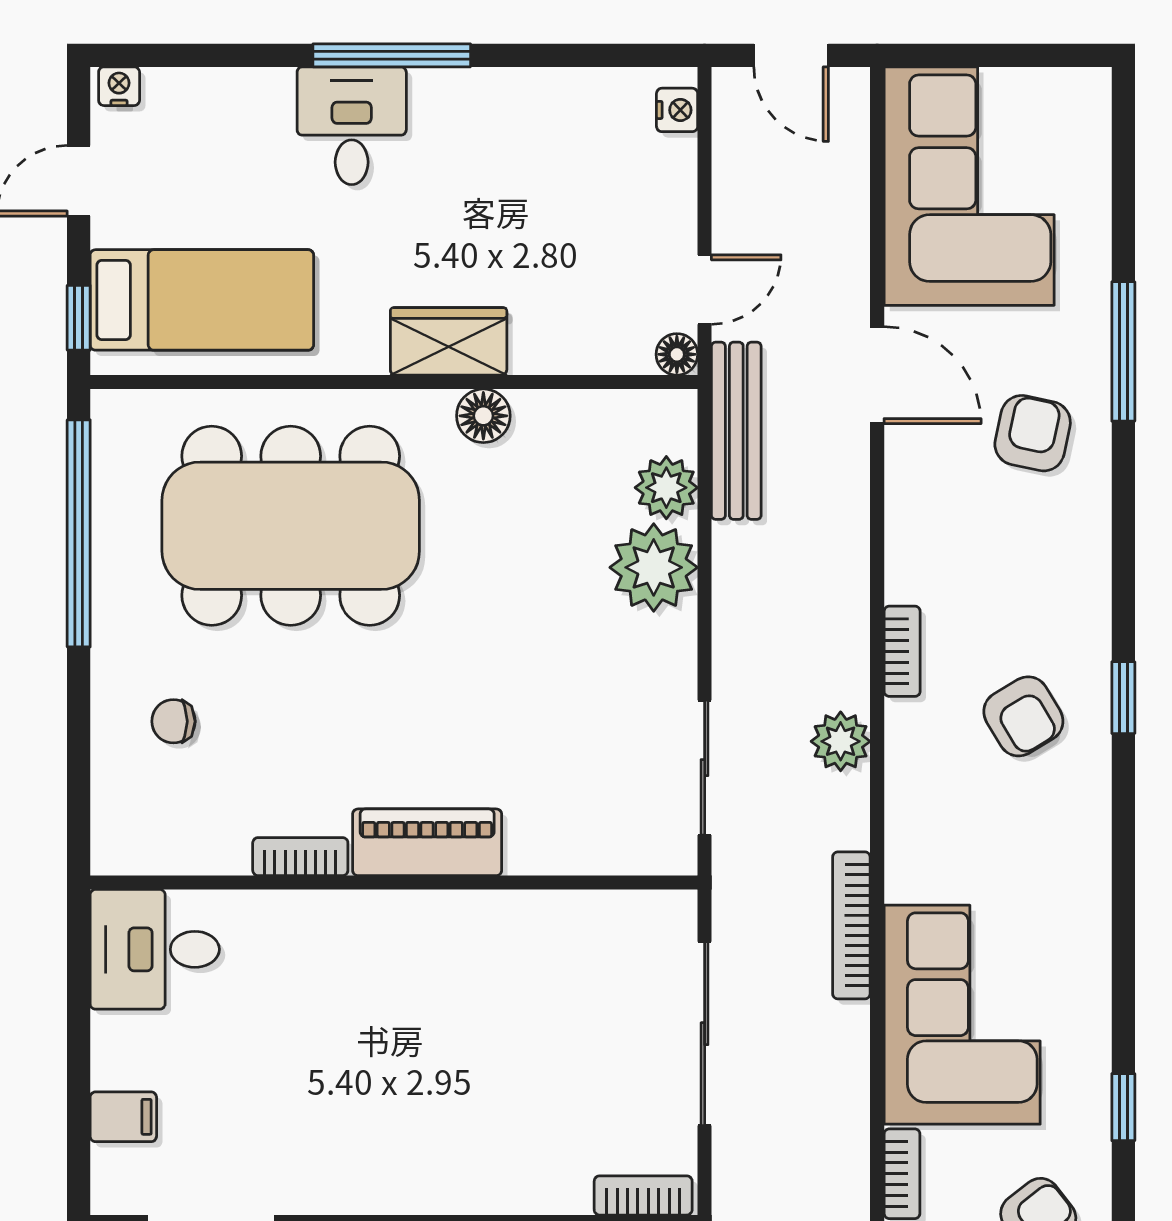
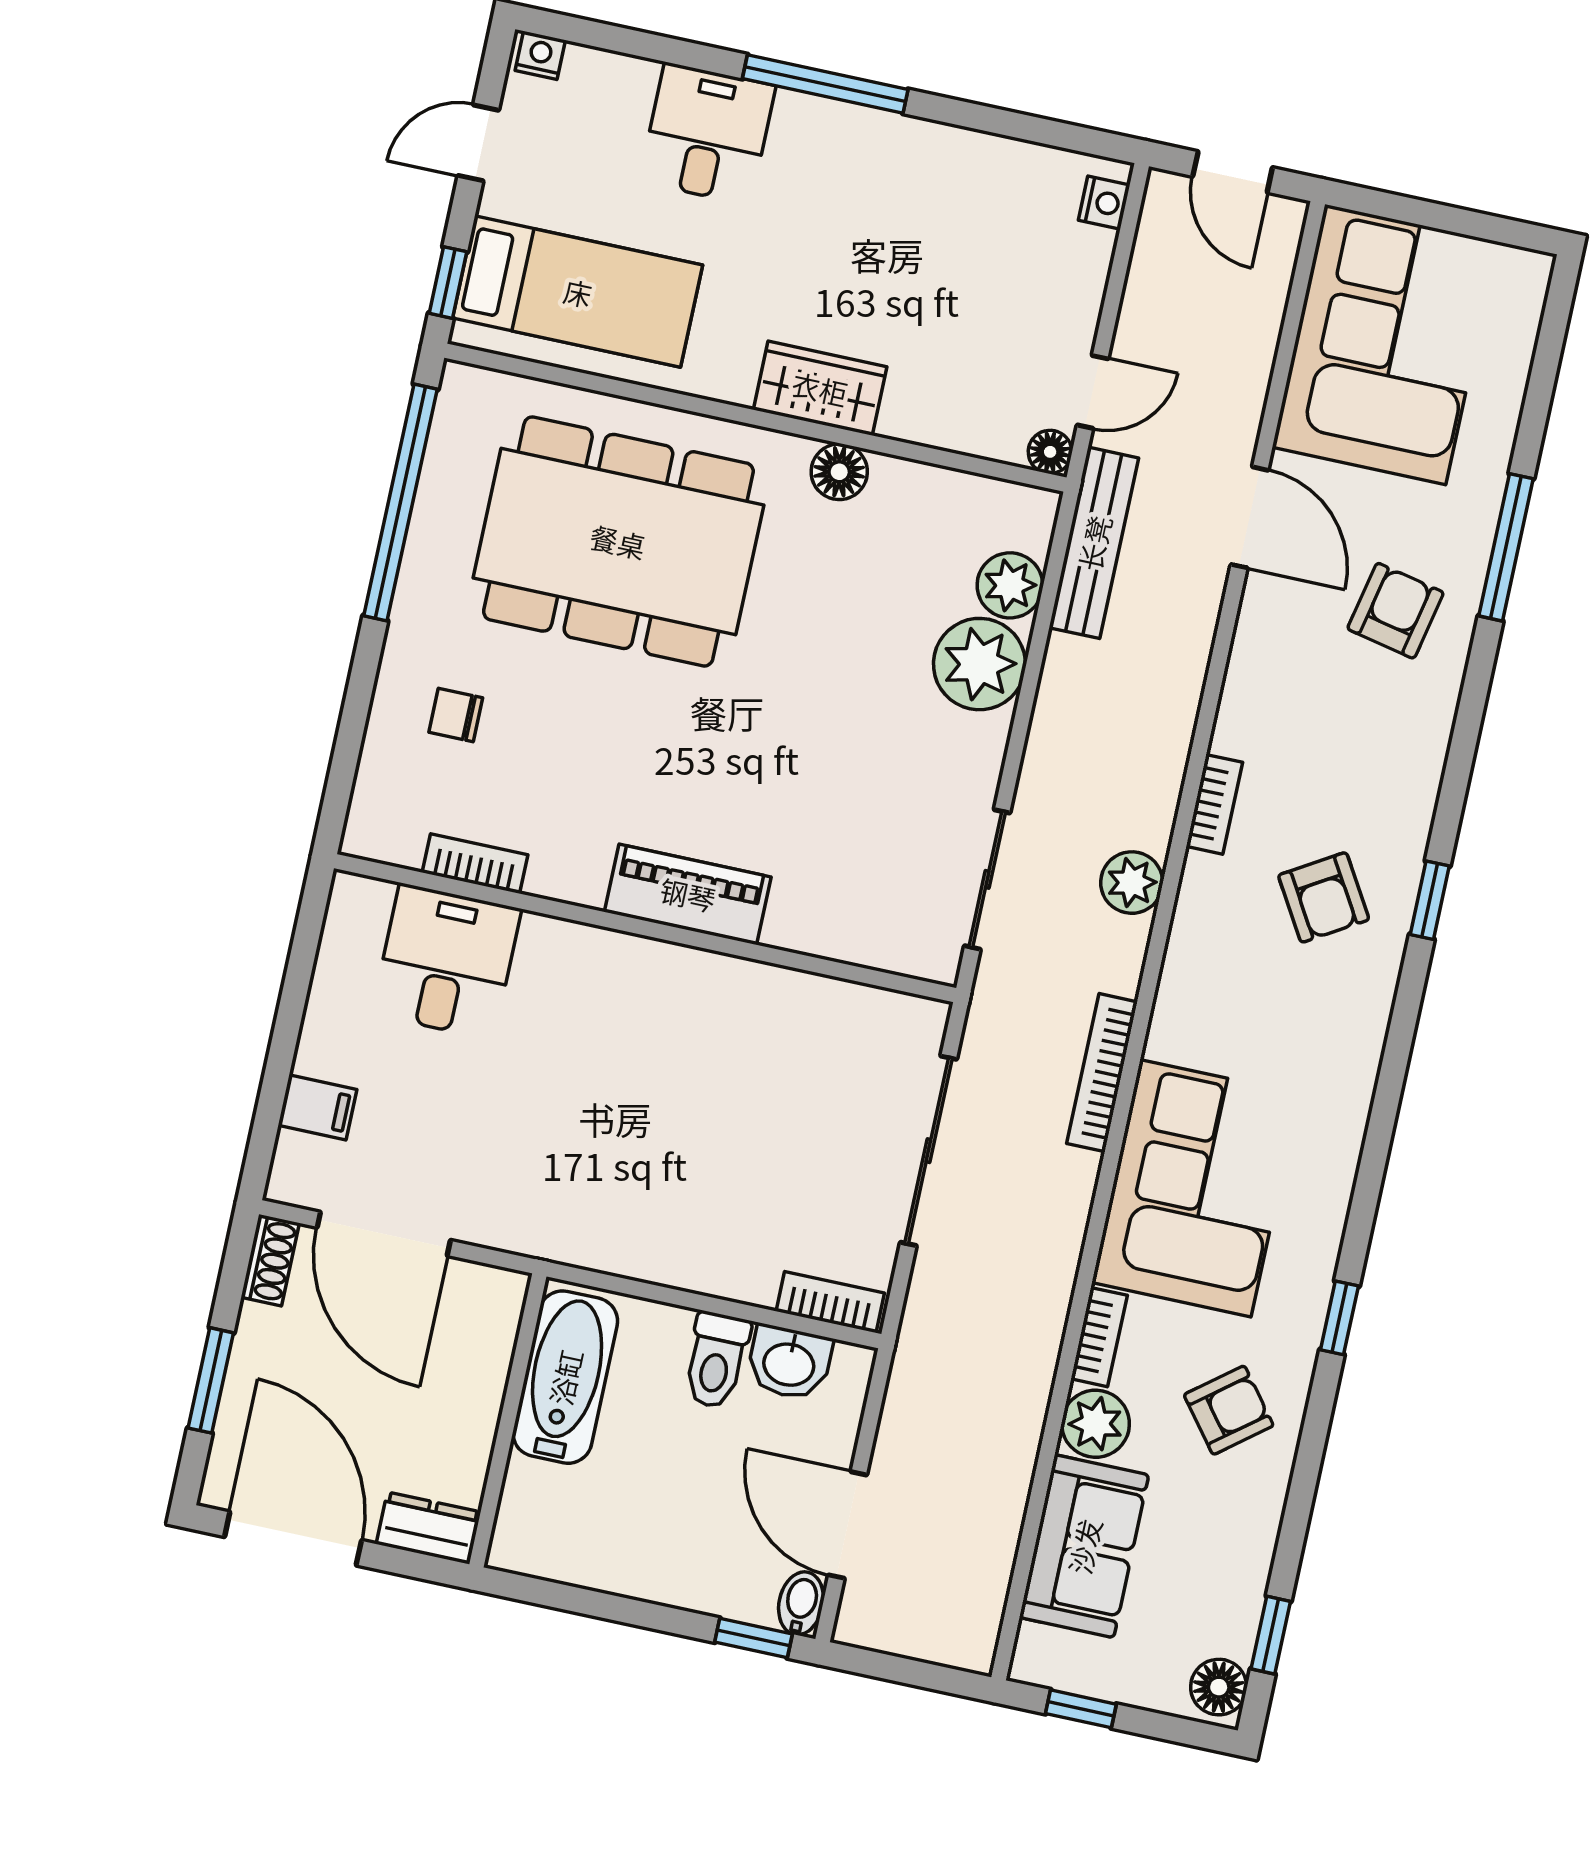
desk: (352, 126) -> (707, 134), moved
bookcase: (300, 857) -> (475, 864), moved
desk: (155, 949) -> (447, 961), moved, turned 90

